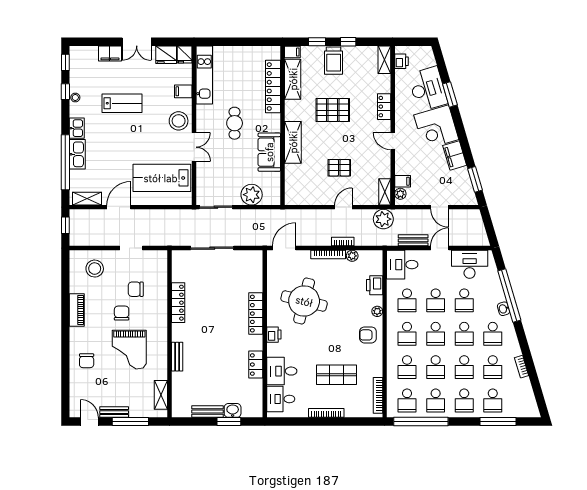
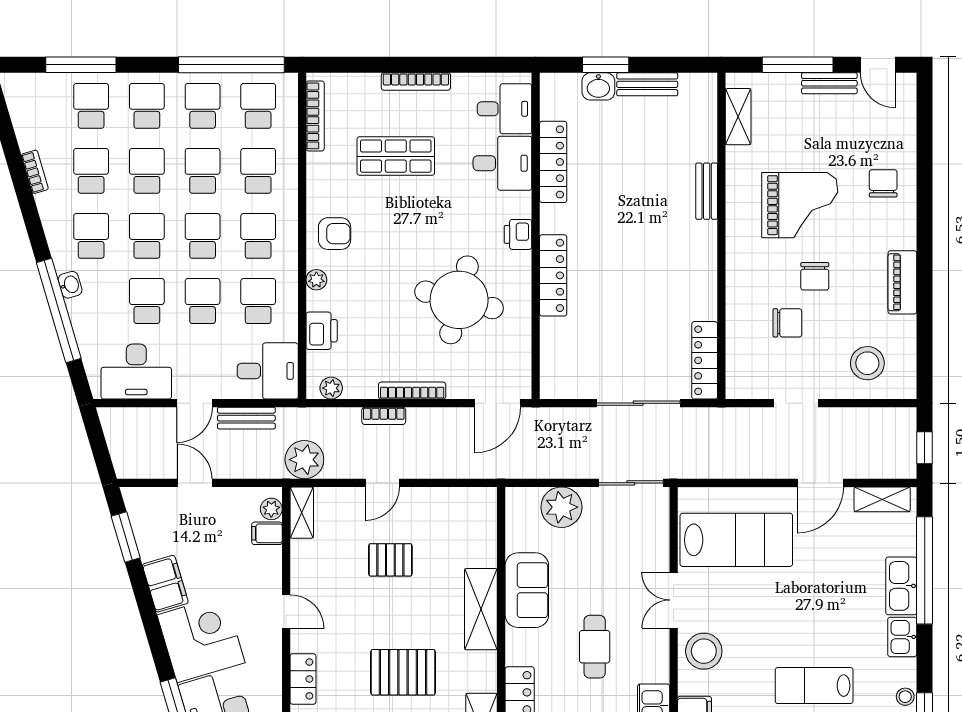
plant: (352, 256) -> (331, 388), moved
locker: (178, 303) -> (705, 360), moved
grand piano: (129, 350) -> (800, 205), turned 90
locker: (256, 365) -> (553, 162), width x1.53

